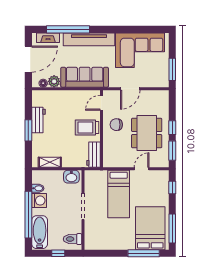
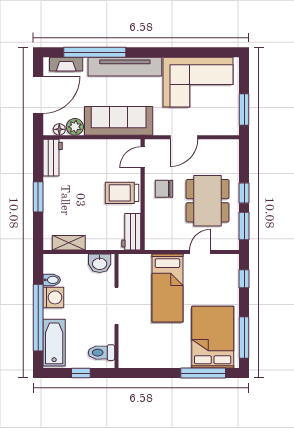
workbench: (38, 120) -> (53, 158), moved

